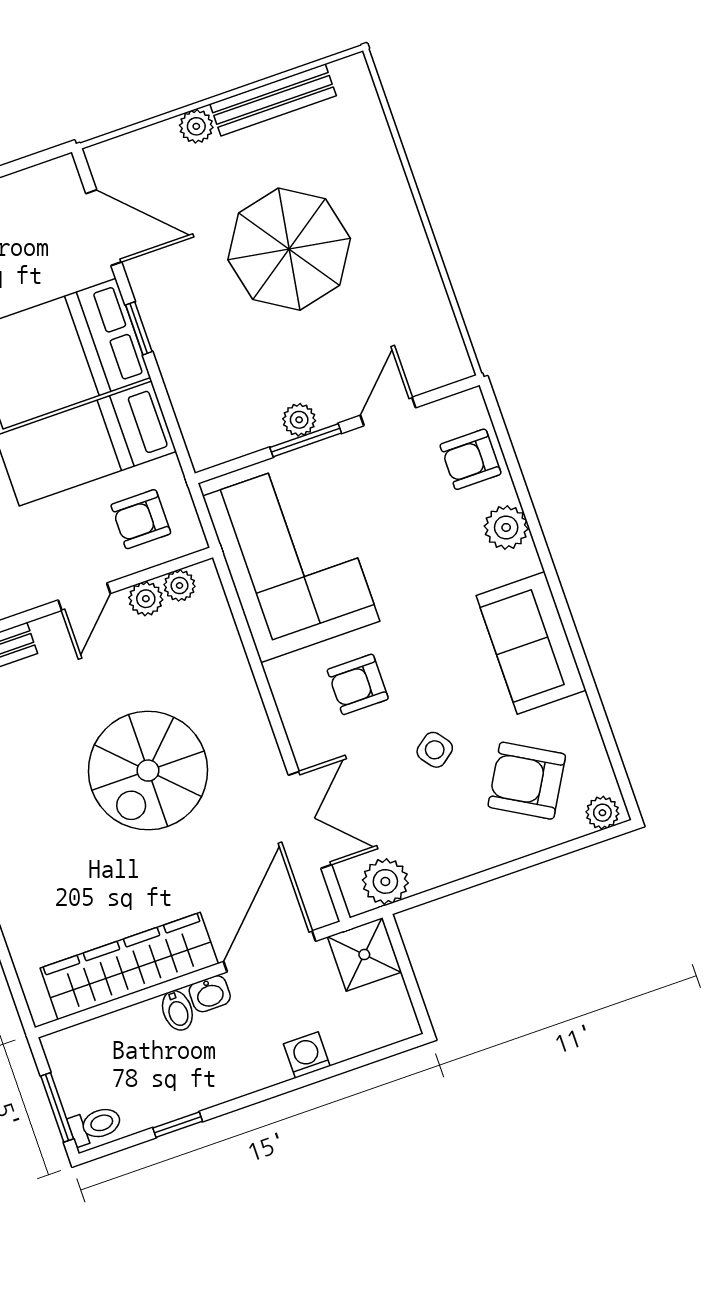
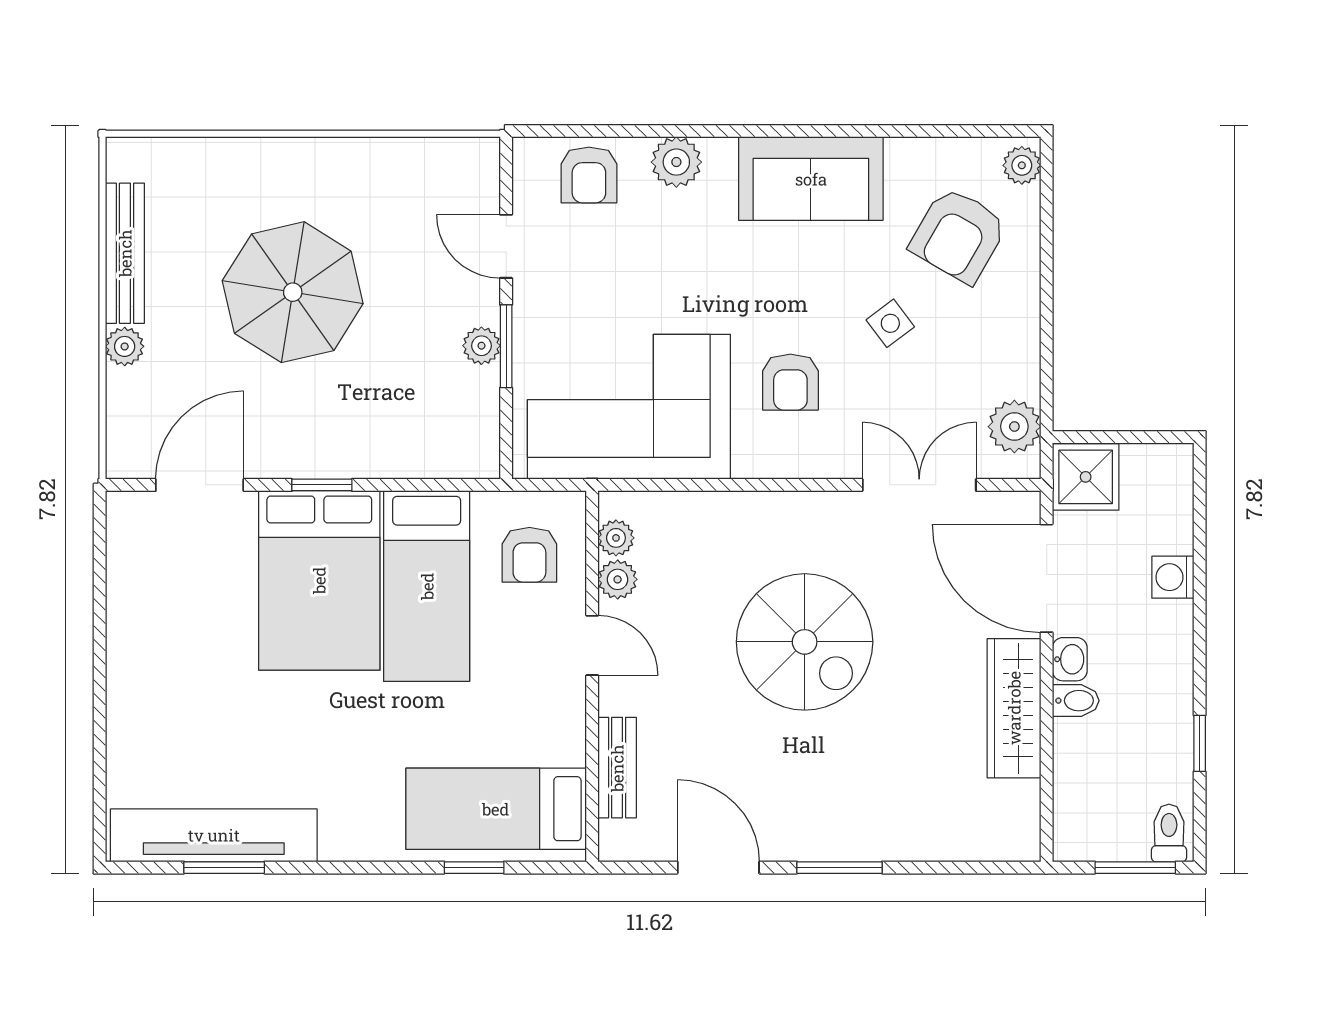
wardrobe: (129, 966) -> (1014, 708), width x0.71, depth x0.85

